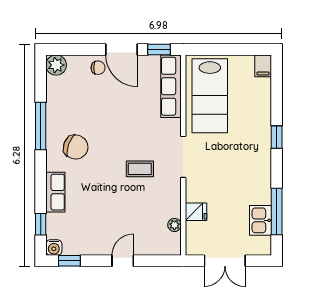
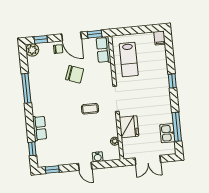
window: (71, 50) -> (41, 39), added
row of seats: (171, 86) -> (104, 50), width x0.68
lab bench: (210, 96) -> (129, 60), width x0.73, depth x0.72
chair: (76, 147) -> (75, 74), moved
fridge: (196, 212) -> (129, 127), width x1.88, depth x1.34
water cooler: (54, 248) -> (98, 157), moved
door: (123, 261) -> (85, 166), swing flipped

